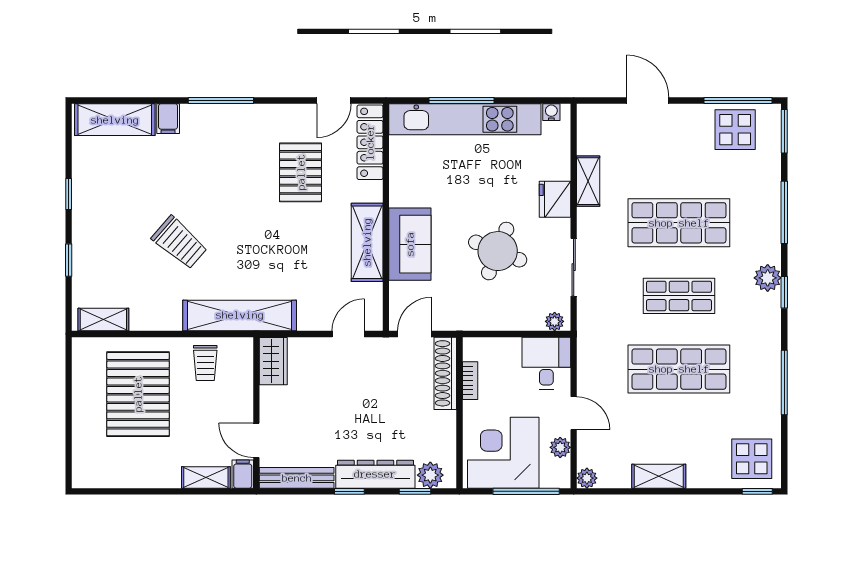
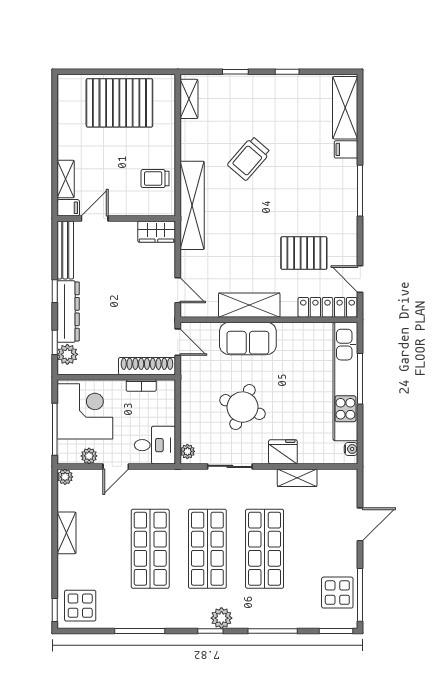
shop shelf: (679, 296) -> (207, 549), width x1.43, depth x1.36
pallet: (138, 394) -> (119, 103), moved

